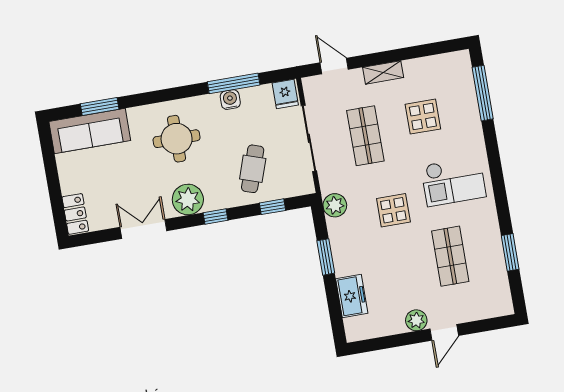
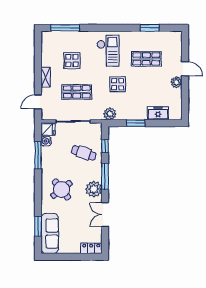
water cooler: (230, 100) -> (46, 141), moved
round table: (177, 139) -> (61, 189), turned -38
window: (215, 216) -> (105, 176), width x2.17

